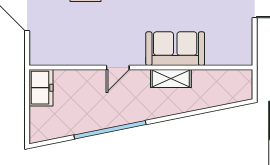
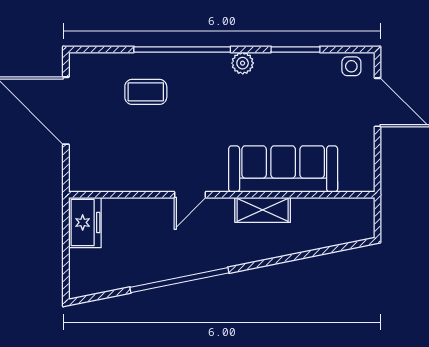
sofa: (175, 49) -> (283, 169), width x1.36

